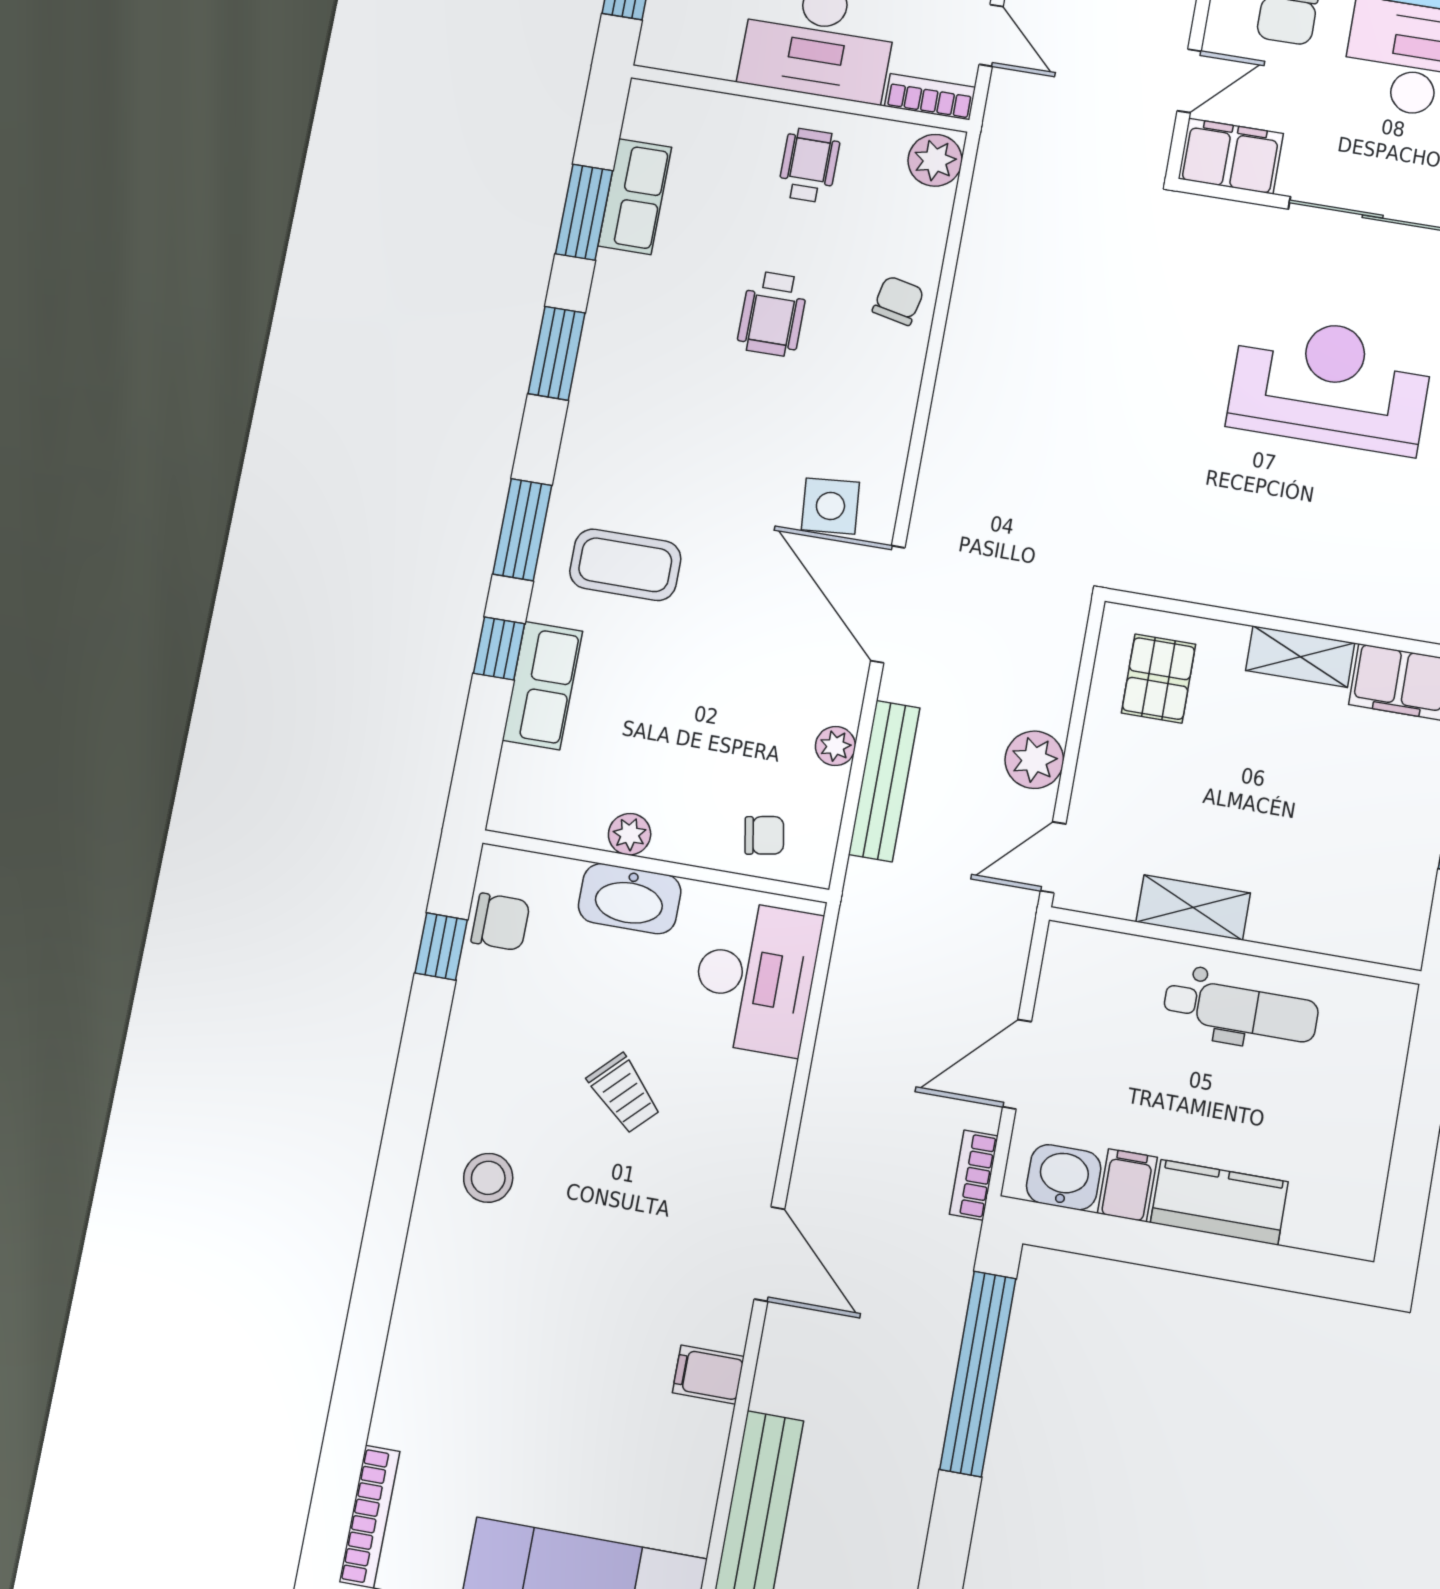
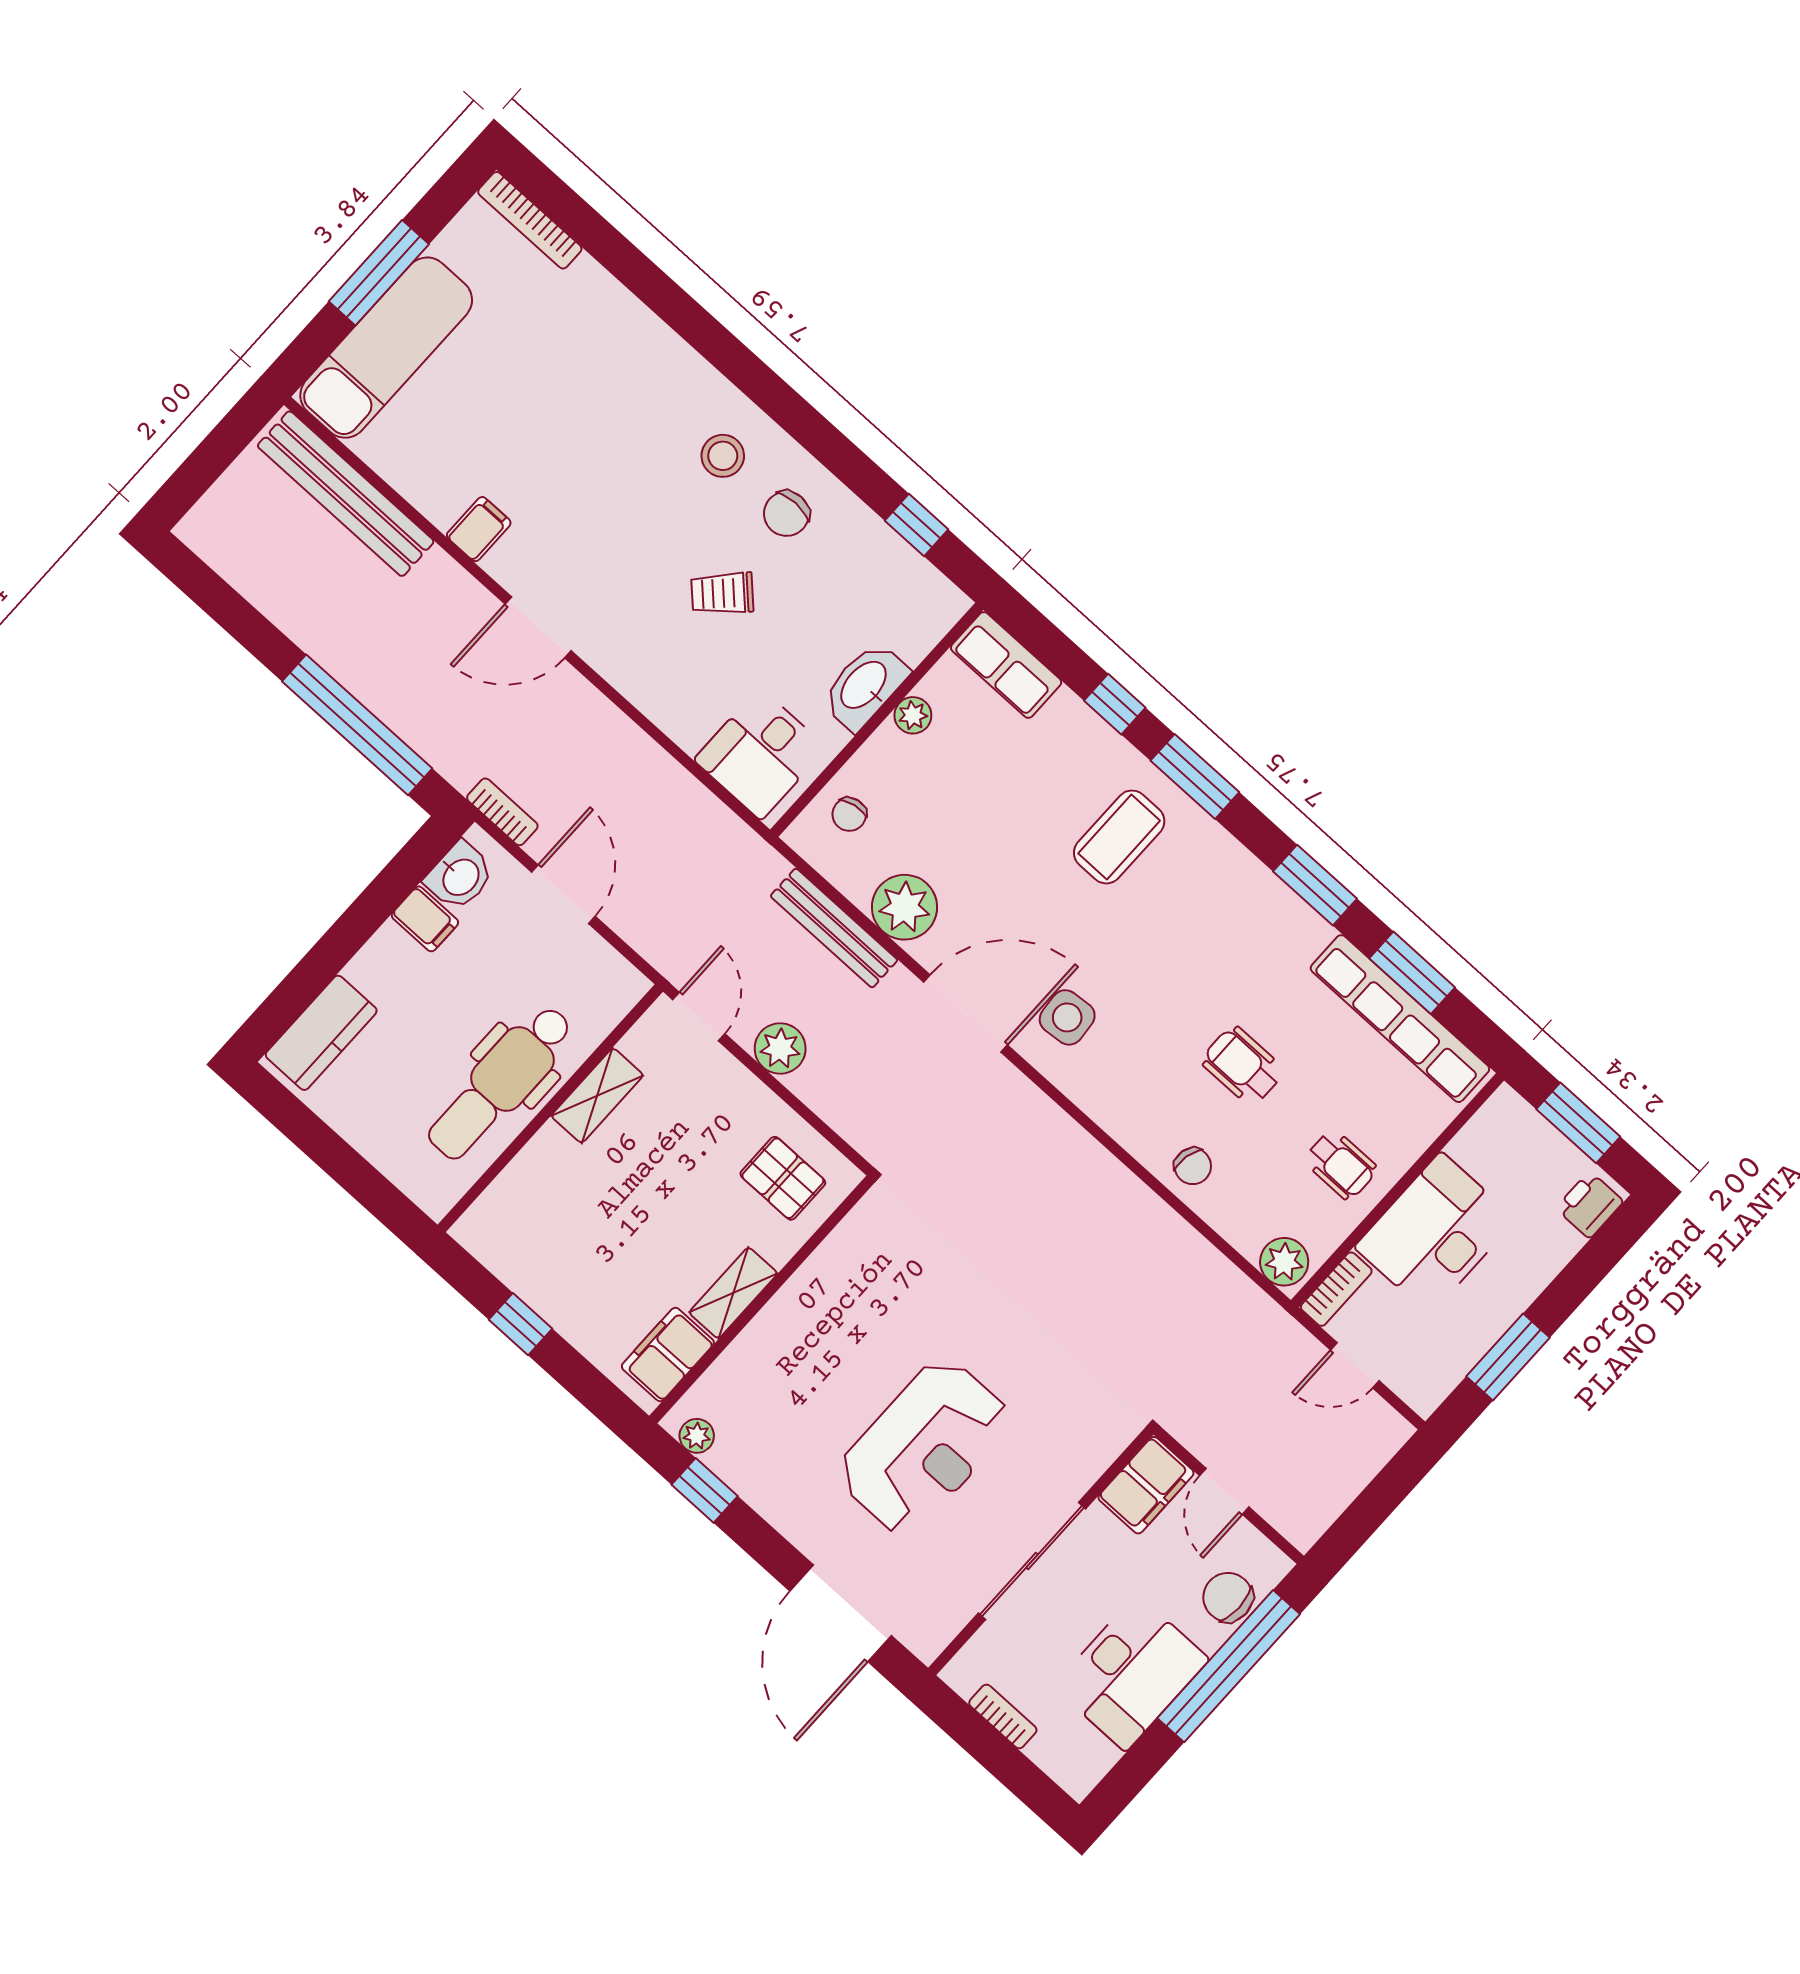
row of seats: (635, 197) -> (1400, 1019), width x2.02
row of seats: (542, 686) -> (1006, 665), moved
plant: (835, 746) -> (904, 907), width x1.88, depth x1.88
chair: (501, 922) -> (786, 514), moved
desk: (755, 978) -> (760, 754), width x0.73
dental chair: (1241, 1010) -> (500, 1082), width x1.36, depth x1.38
kitchen counter: (1219, 1202) -> (321, 1033), moved

